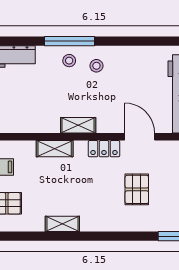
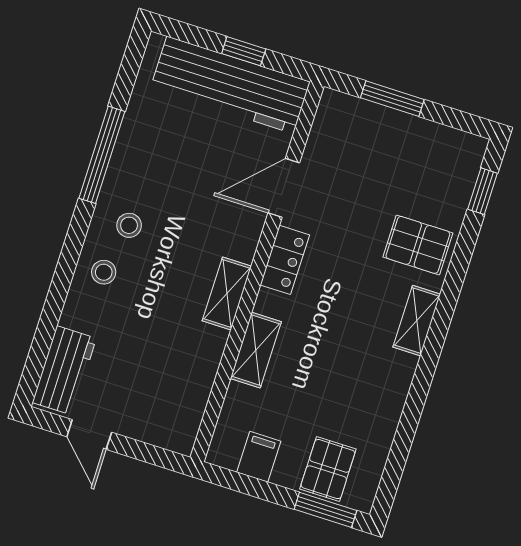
window: (69, 41) -> (102, 155), moved
pallet: (137, 189) -> (418, 245), moved
shelving: (62, 224) -> (417, 321), moved

